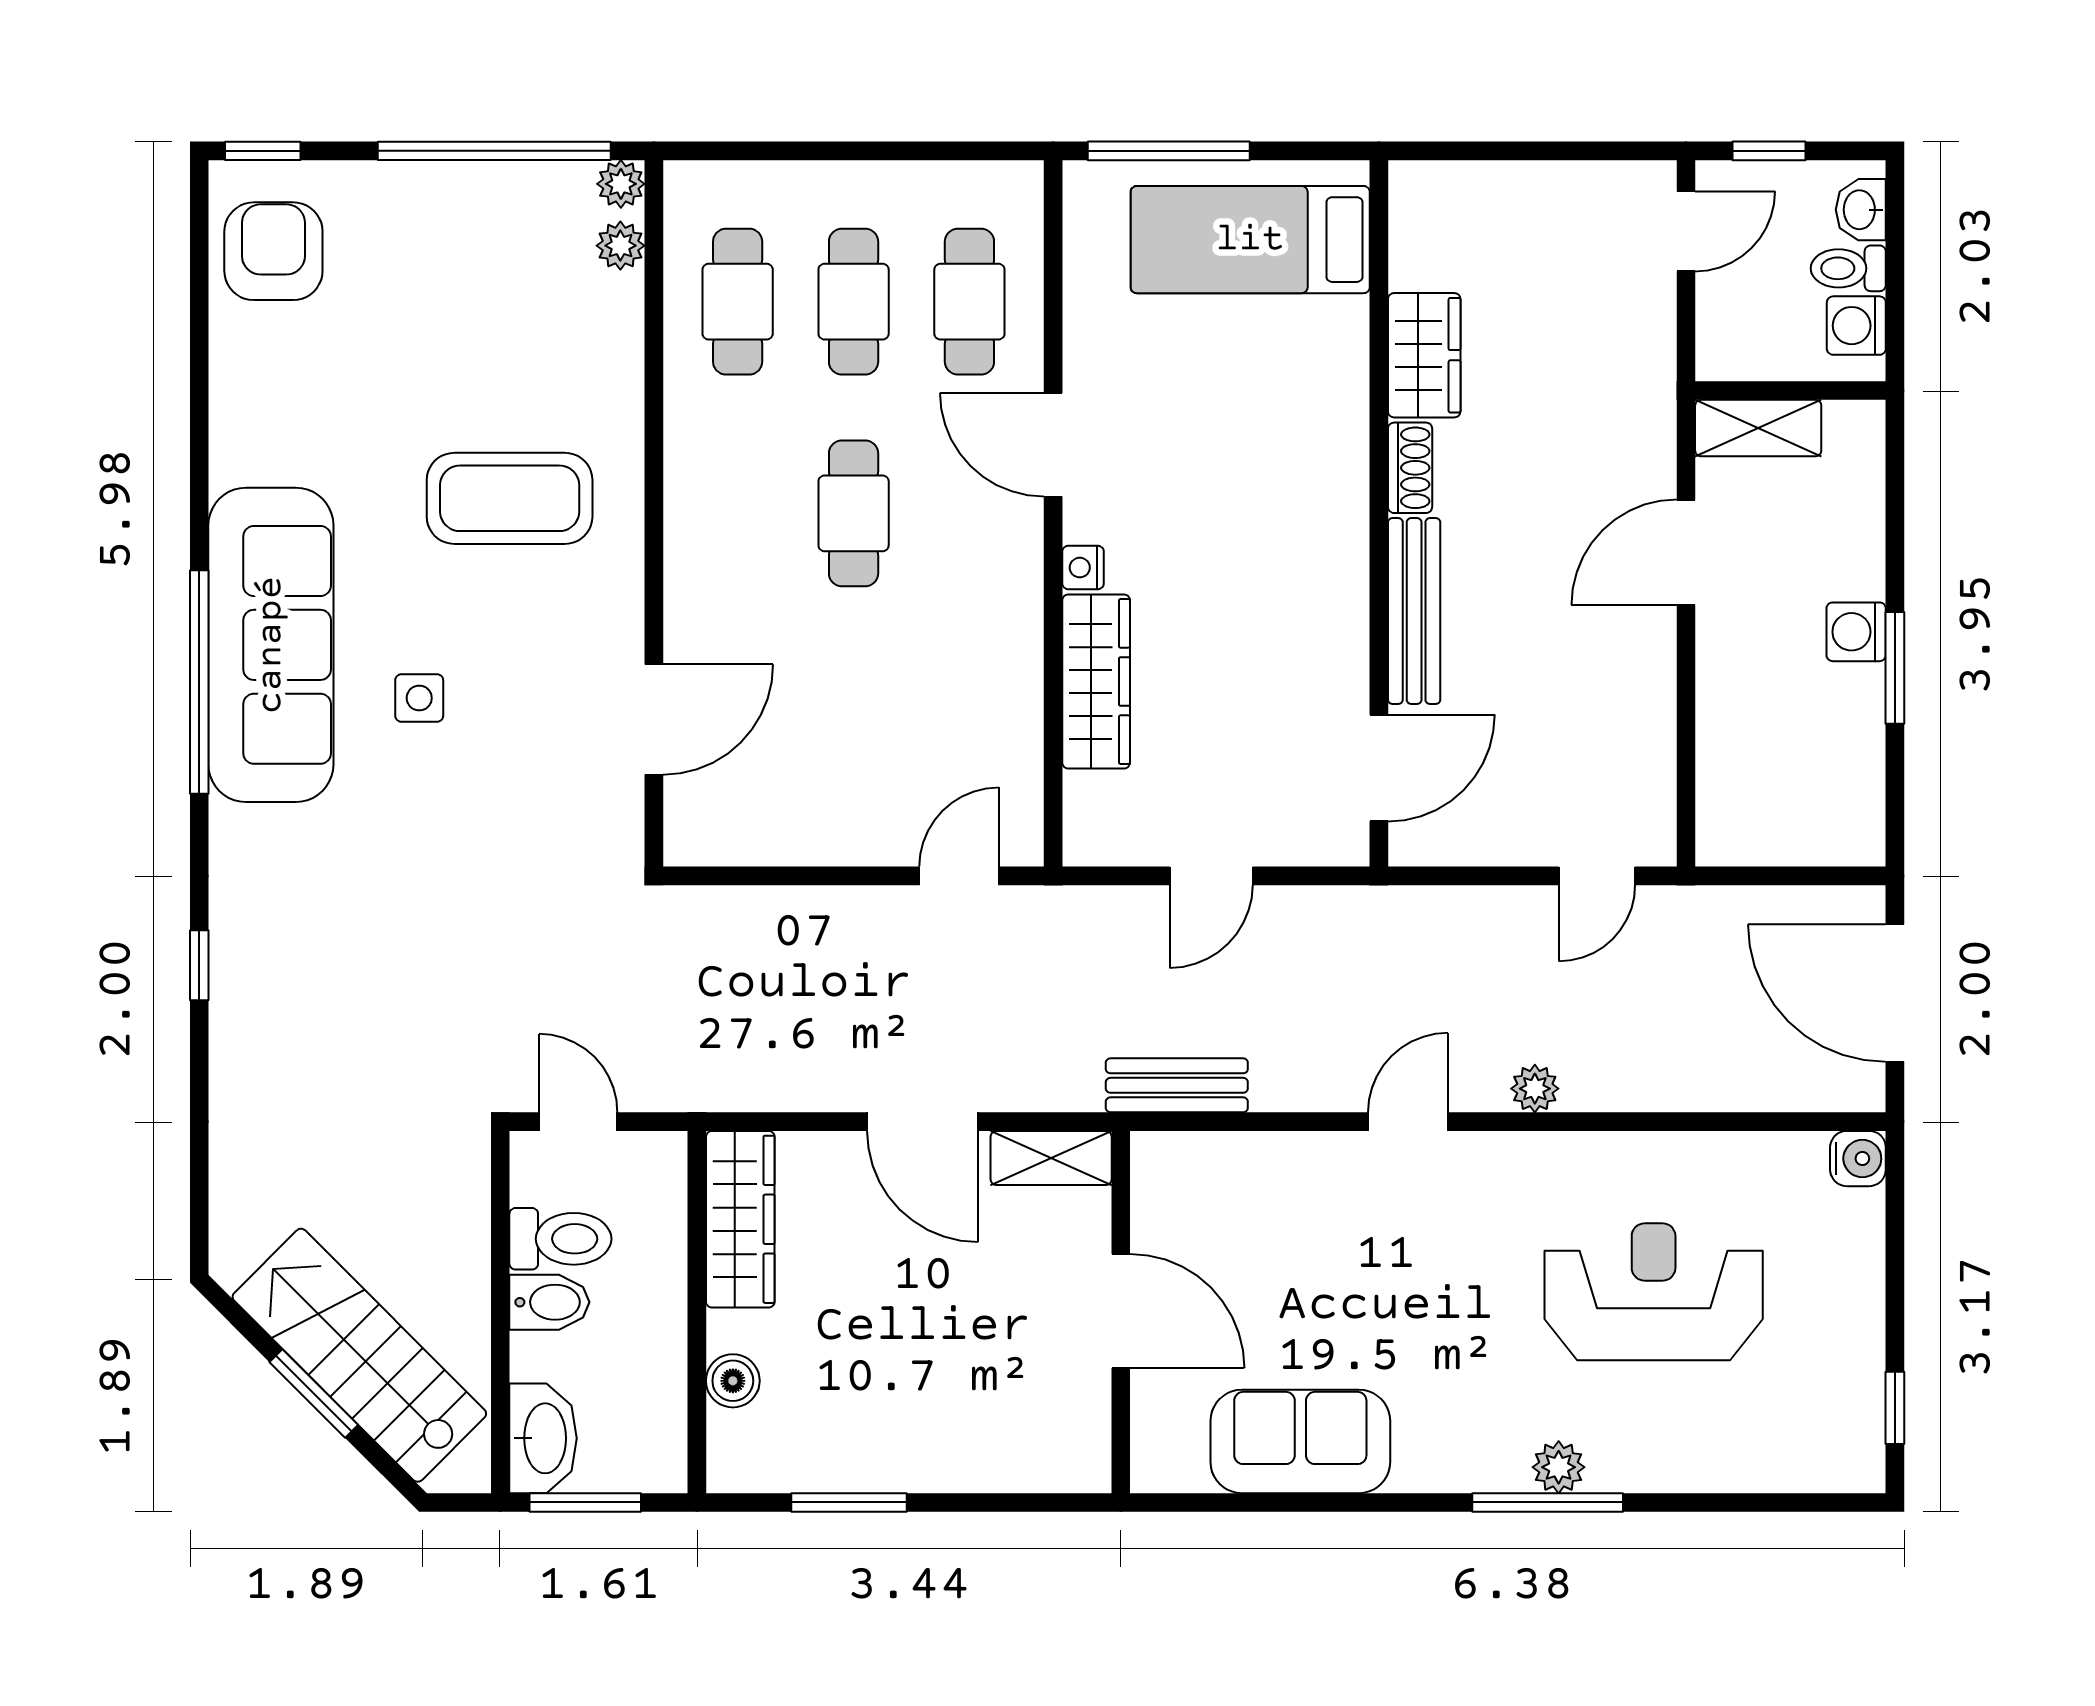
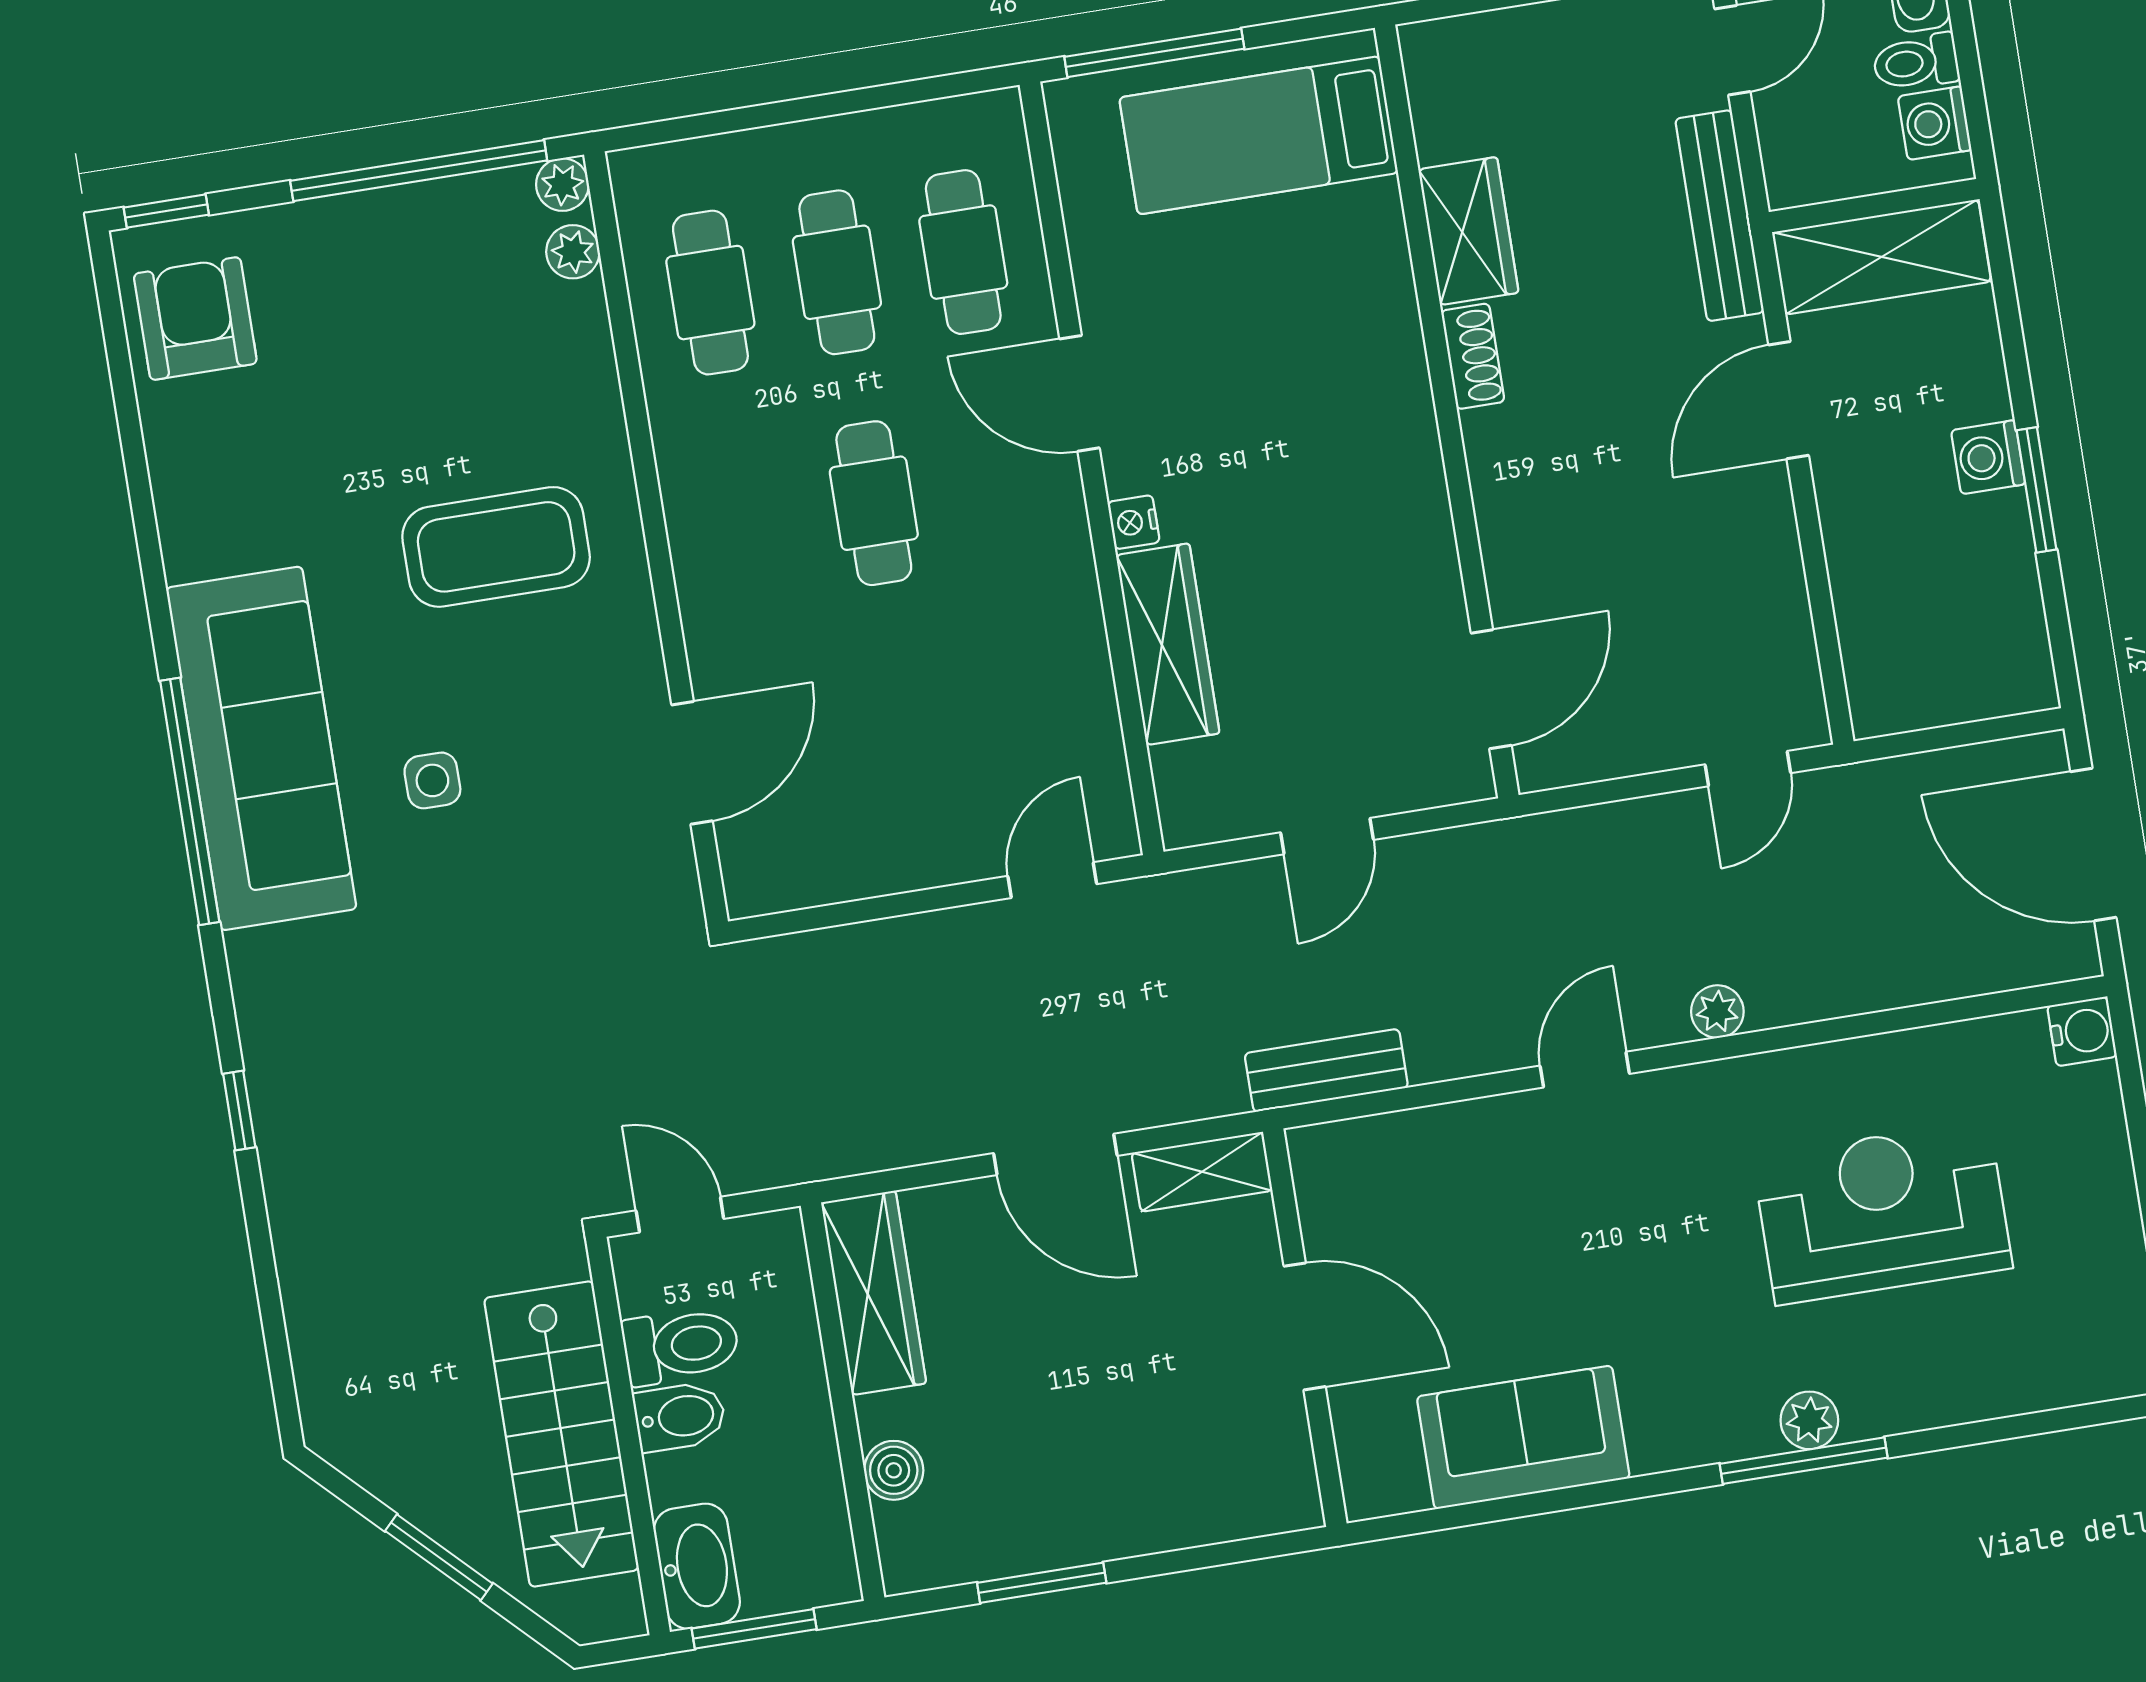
shelving: (1758, 428) -> (1882, 257), width x1.50, depth x1.33
bench: (1414, 611) -> (1720, 216), moved
stairs: (359, 1355) -> (561, 1434), moved, turned -135

